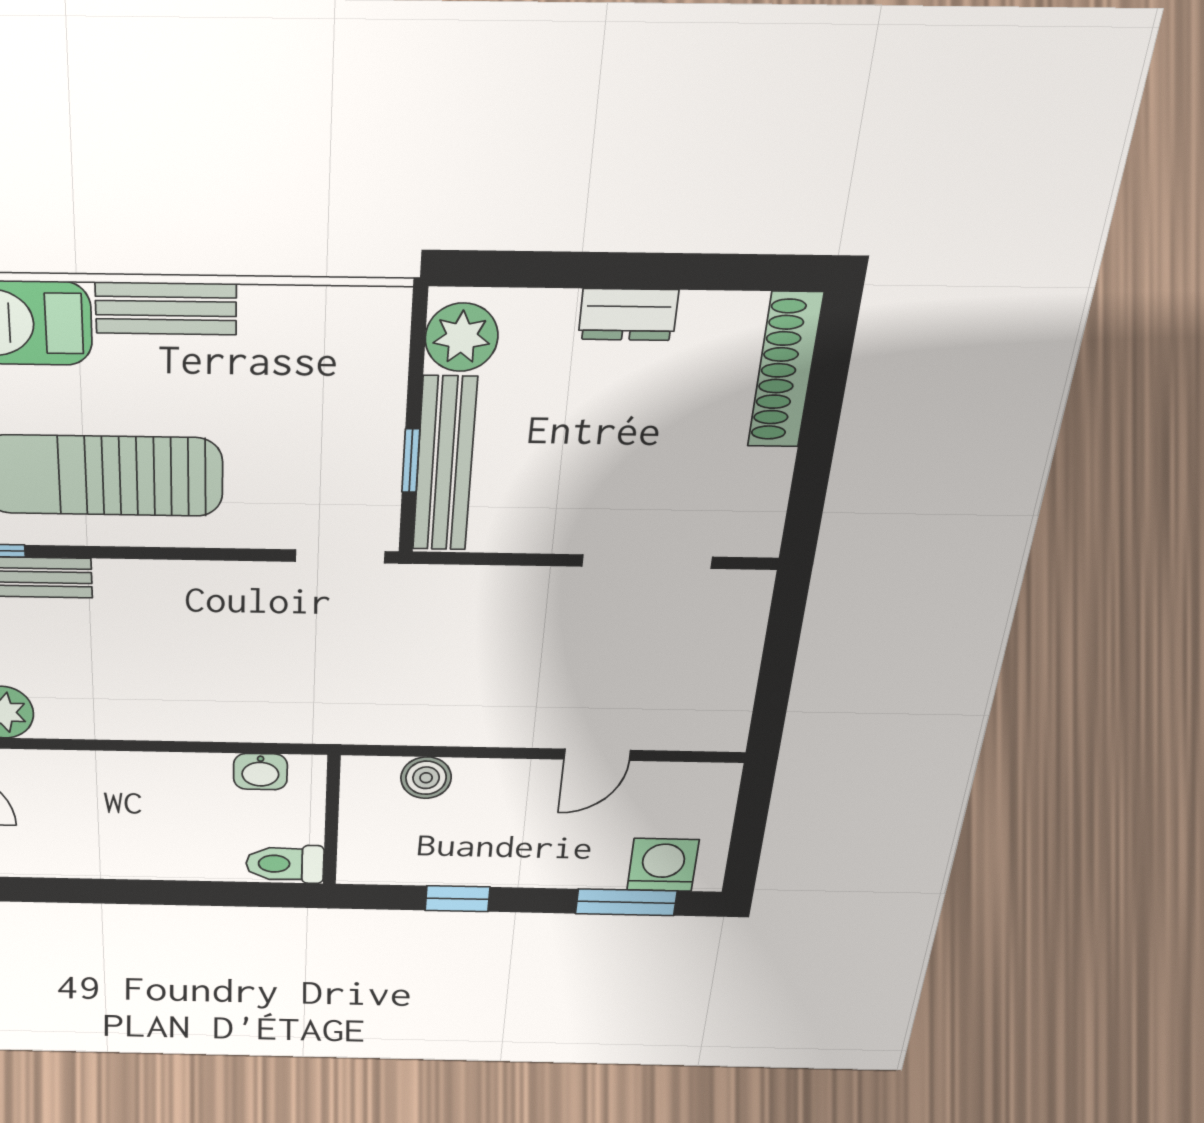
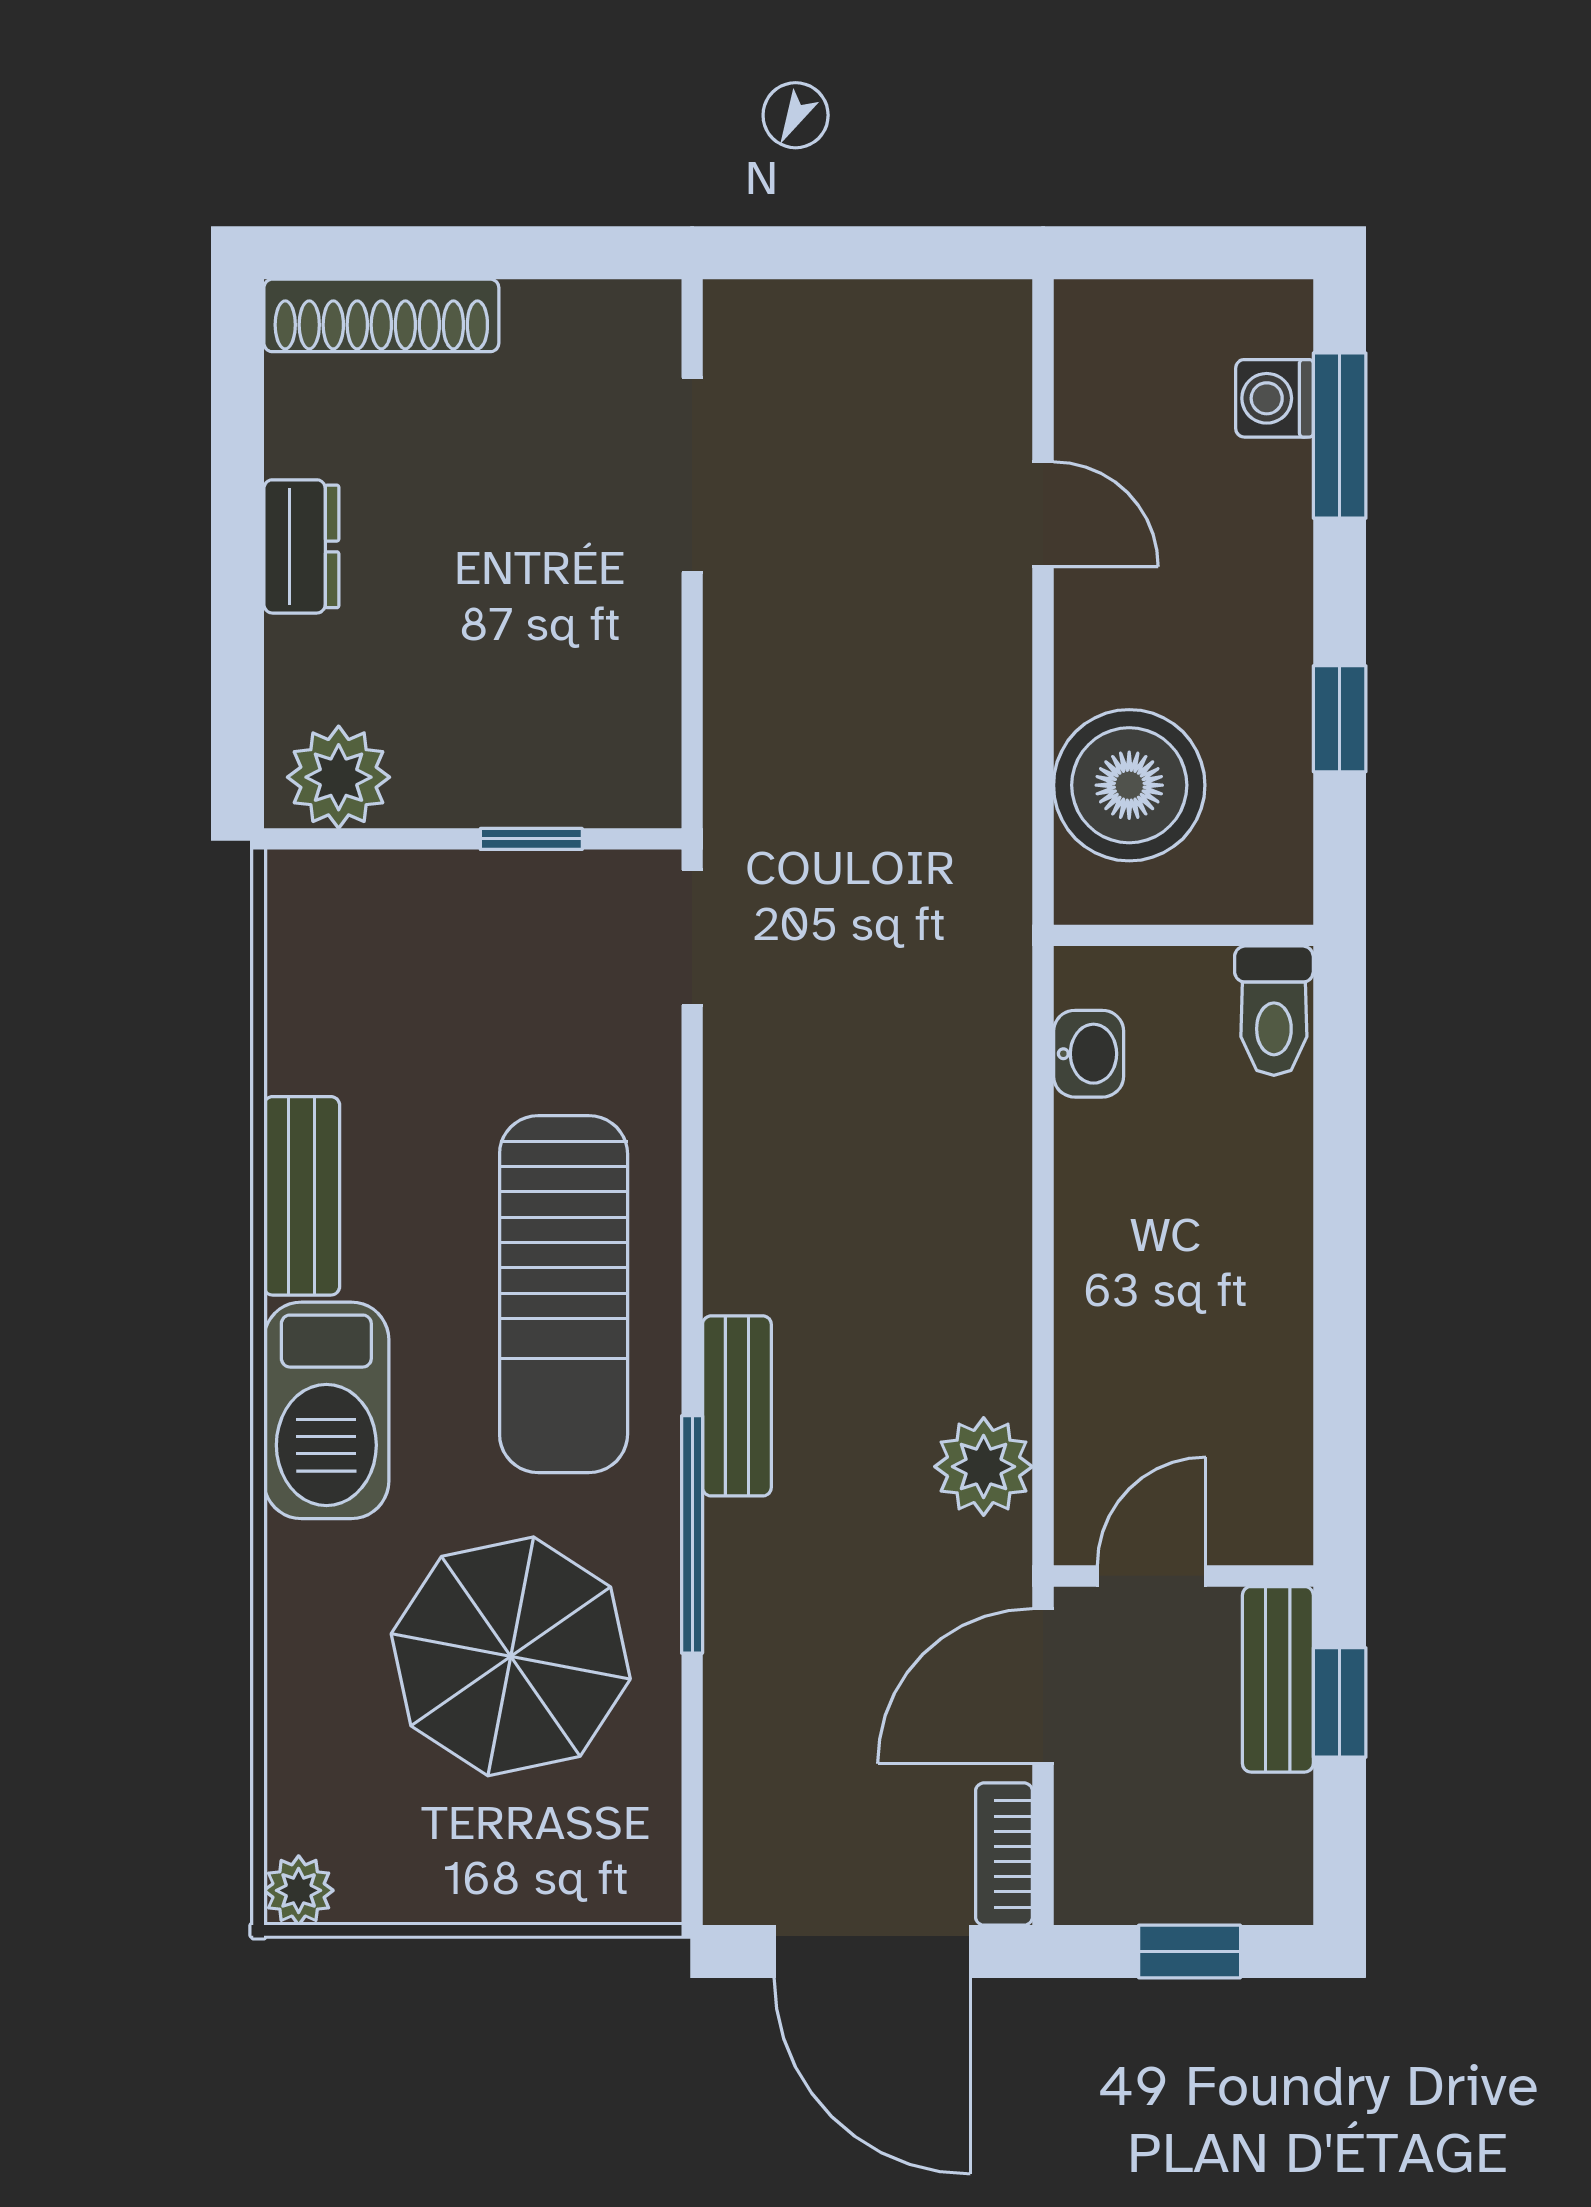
bench: (445, 464) -> (537, 789), removed
boiler: (426, 778) -> (1129, 785), width x1.86, depth x1.86
washing machine: (663, 865) -> (1274, 398), width x0.73, depth x0.73

